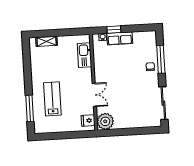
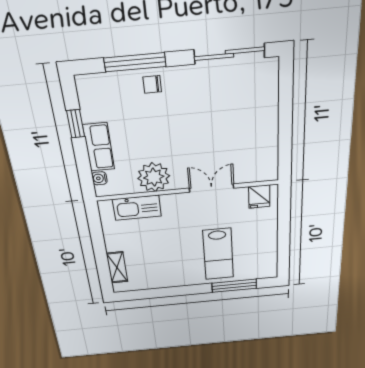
window: (114, 30) -> (76, 124), moved
lab bench: (52, 99) -> (218, 254), turned -90
plant: (105, 121) -> (154, 177), moved

